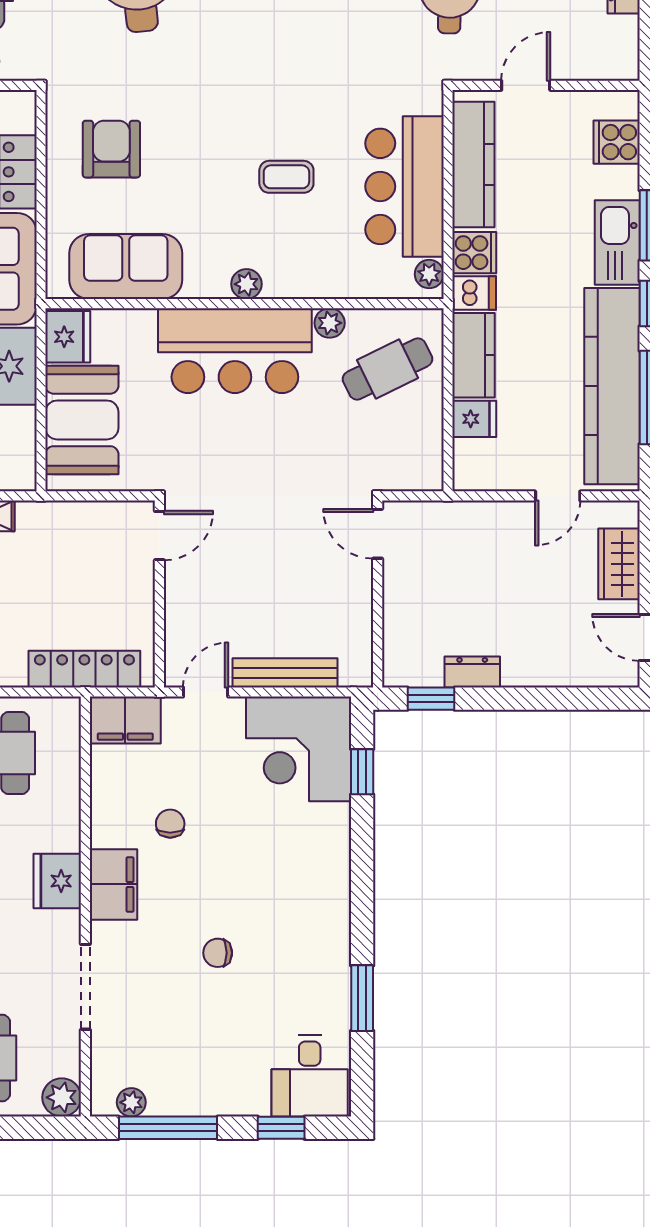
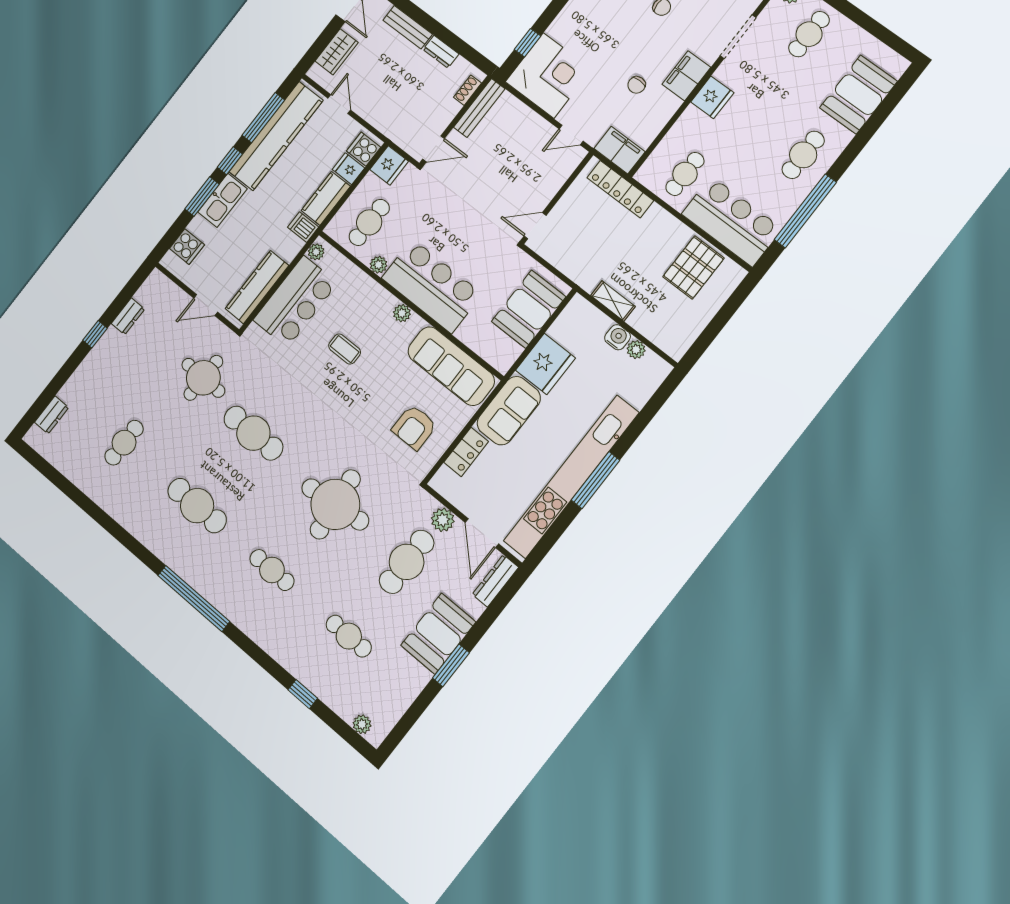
cooker: (474, 253) -> (364, 149), moved
sofa: (126, 267) -> (451, 366), width x1.36
fridge: (68, 337) -> (389, 165), moved, turned 180
cafe table: (387, 369) -> (369, 222), turned -64
door: (558, 496) -> (339, 104), hinge flipped
door: (378, 534) -> (434, 149), hinge flipped
shoe rack: (394, 647) -> (467, 90), added
bench: (545, 671) -> (408, 27), added
bench: (285, 673) -> (479, 108), moved, turned 90
window: (431, 699) -> (469, 53), removed

